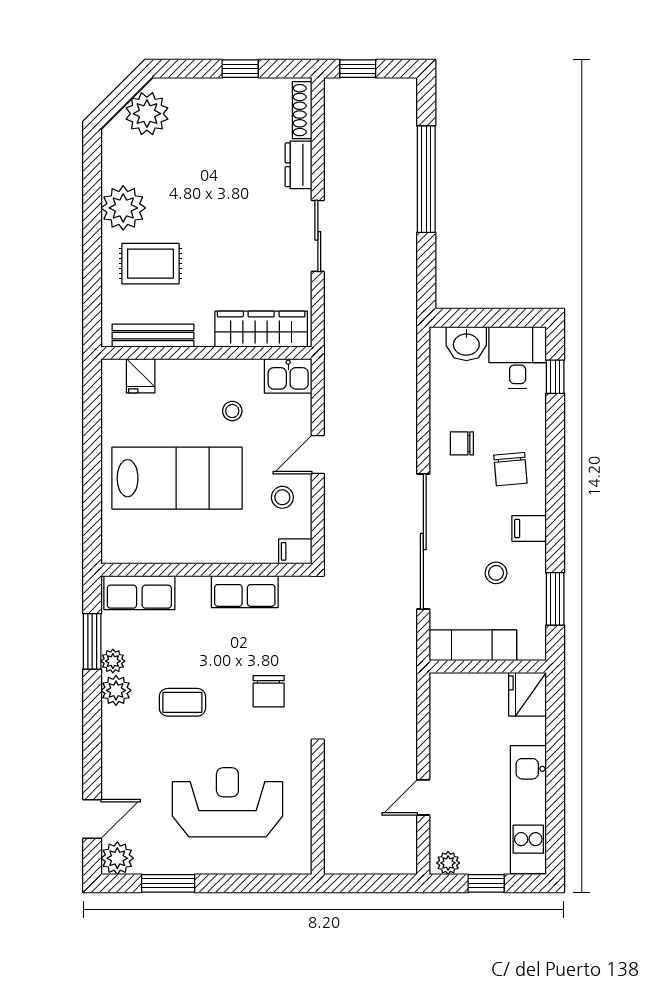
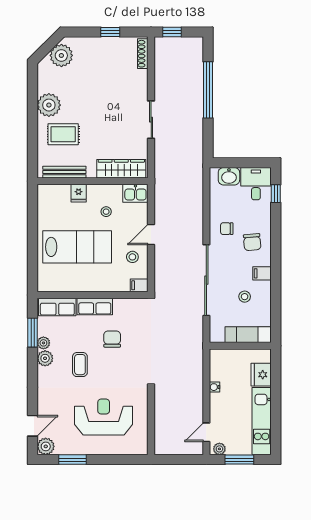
dresser: (299, 165) -> (141, 82), removed
fridge: (141, 376) -> (79, 193), moved
row of seats: (245, 592) -> (95, 306), moved
window: (555, 599) -> (276, 310), removed
exam couch: (473, 645) -> (248, 335), moved
chair: (269, 691) -> (112, 339), moved, turned 180
fridge: (528, 694) -> (261, 375), moved
coffee table: (182, 702) -> (80, 365), turned 90
water cooler: (439, 745) -> (215, 387), added
door: (423, 797) -> (206, 432), moved
window: (486, 883) -> (239, 460), width x1.50

